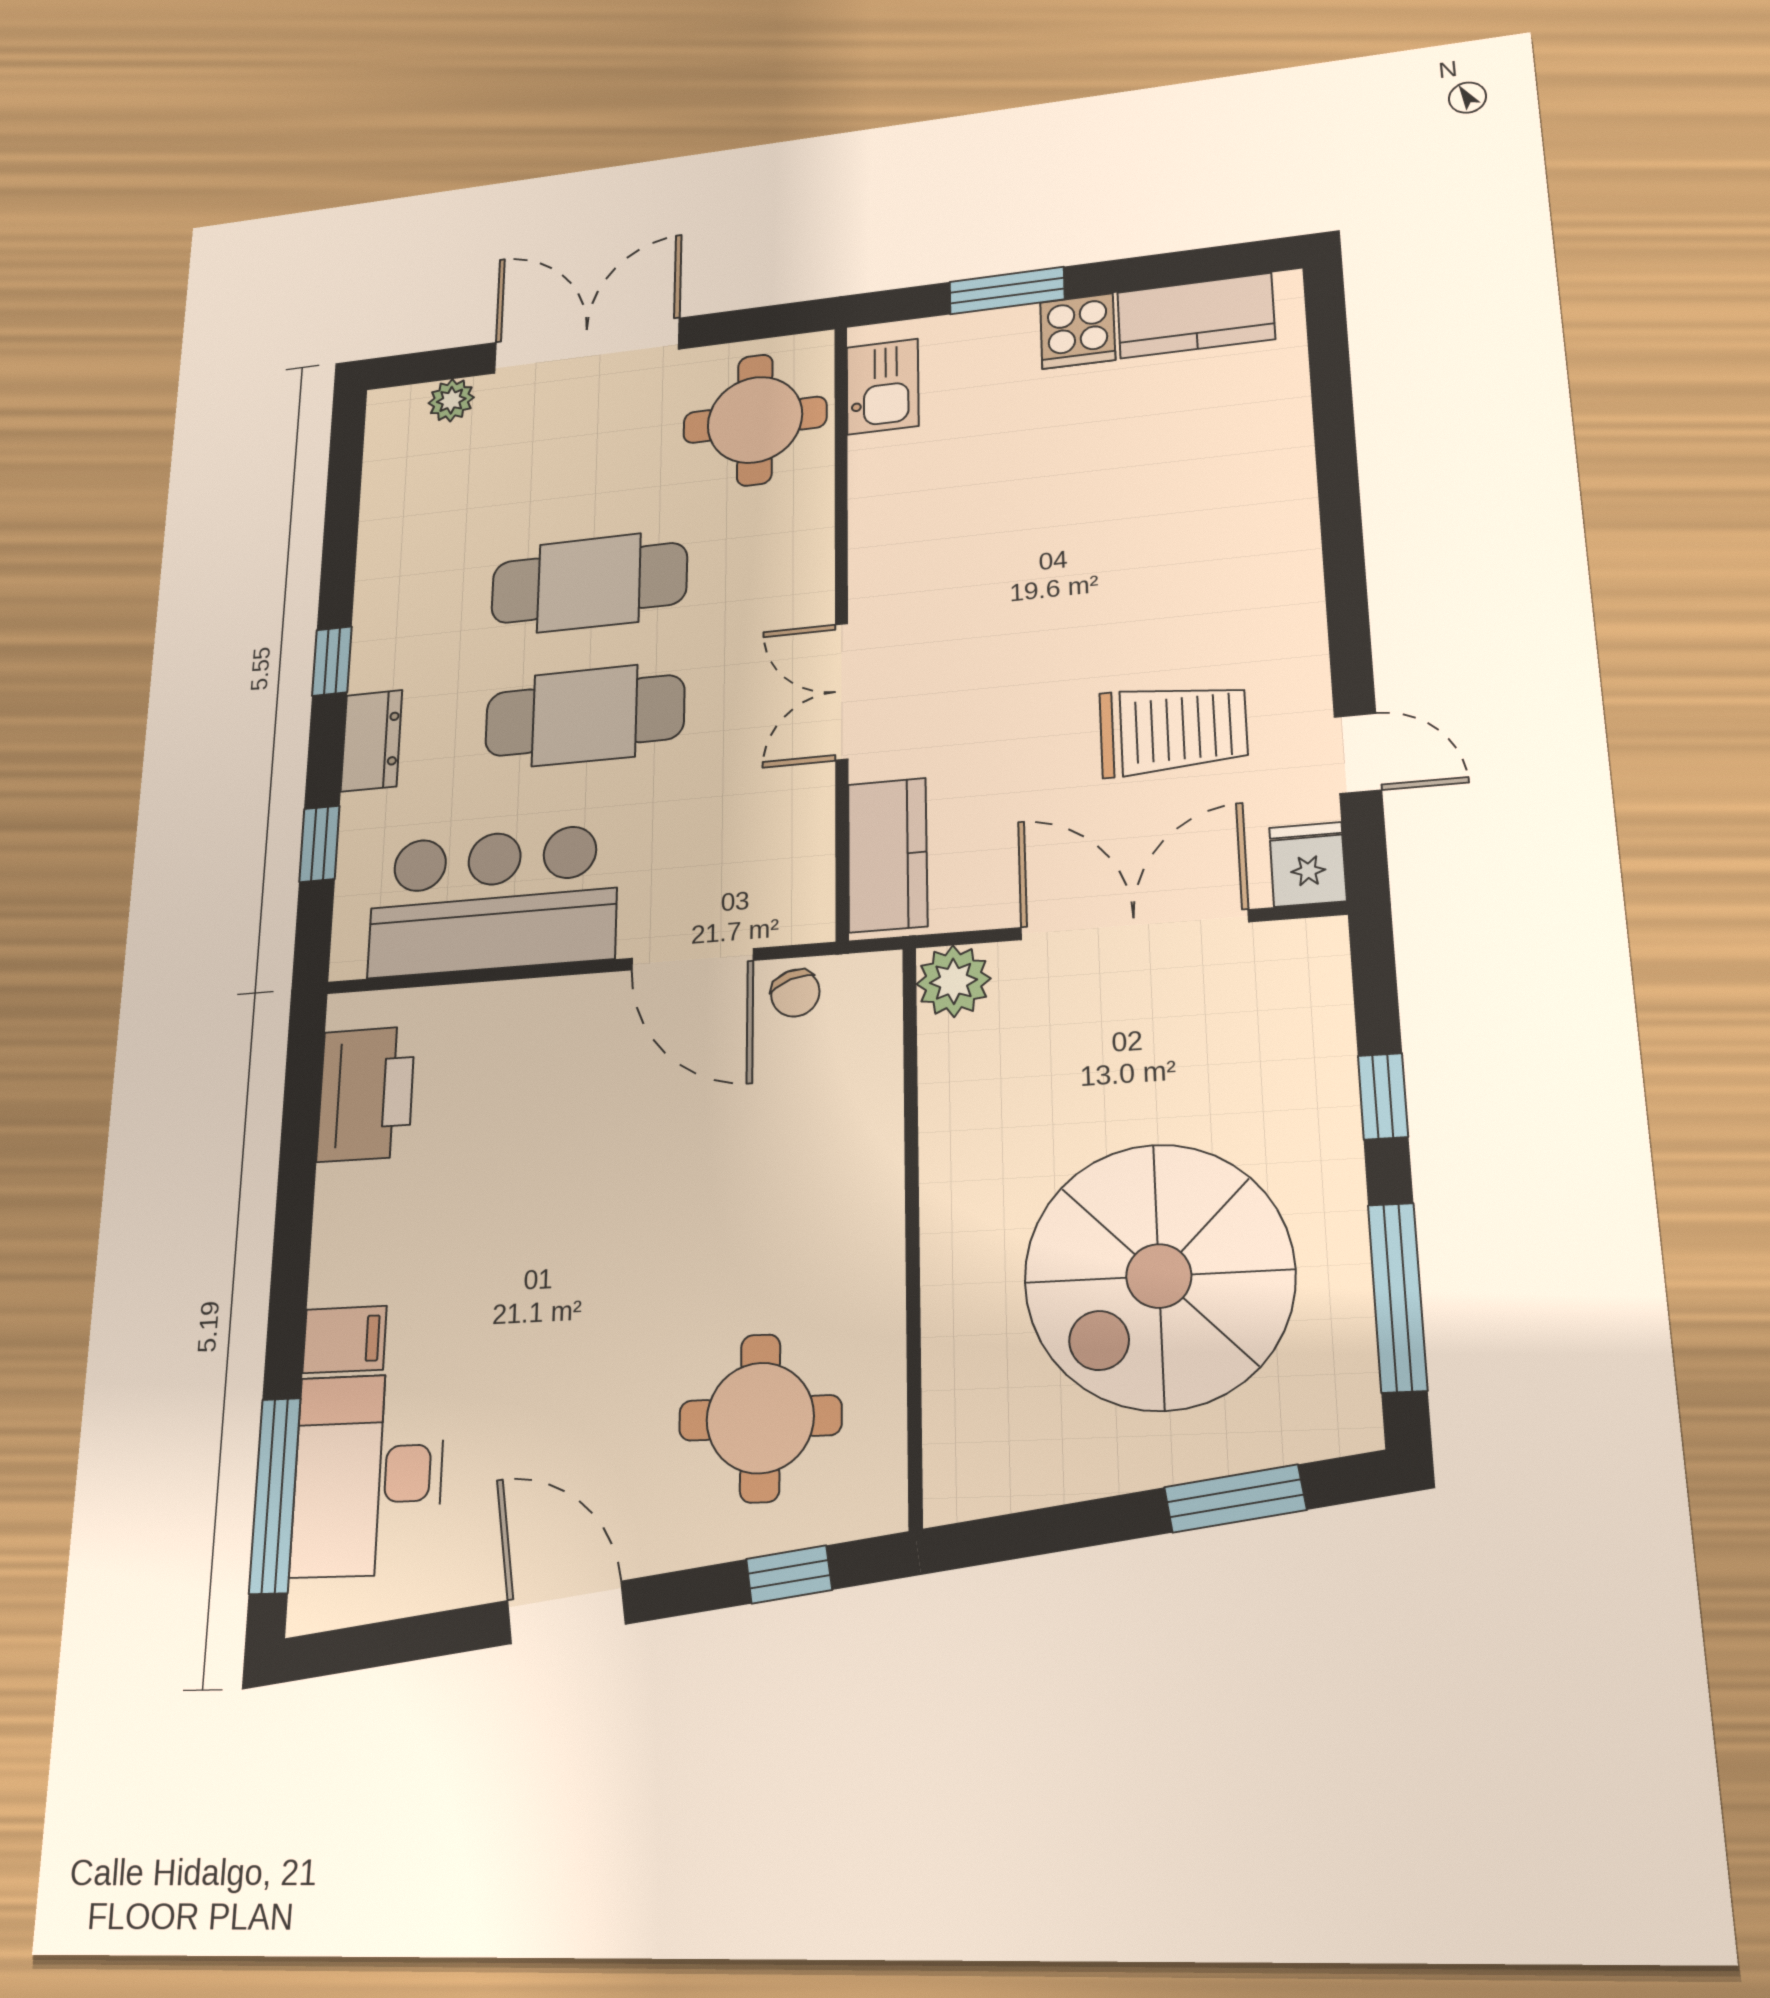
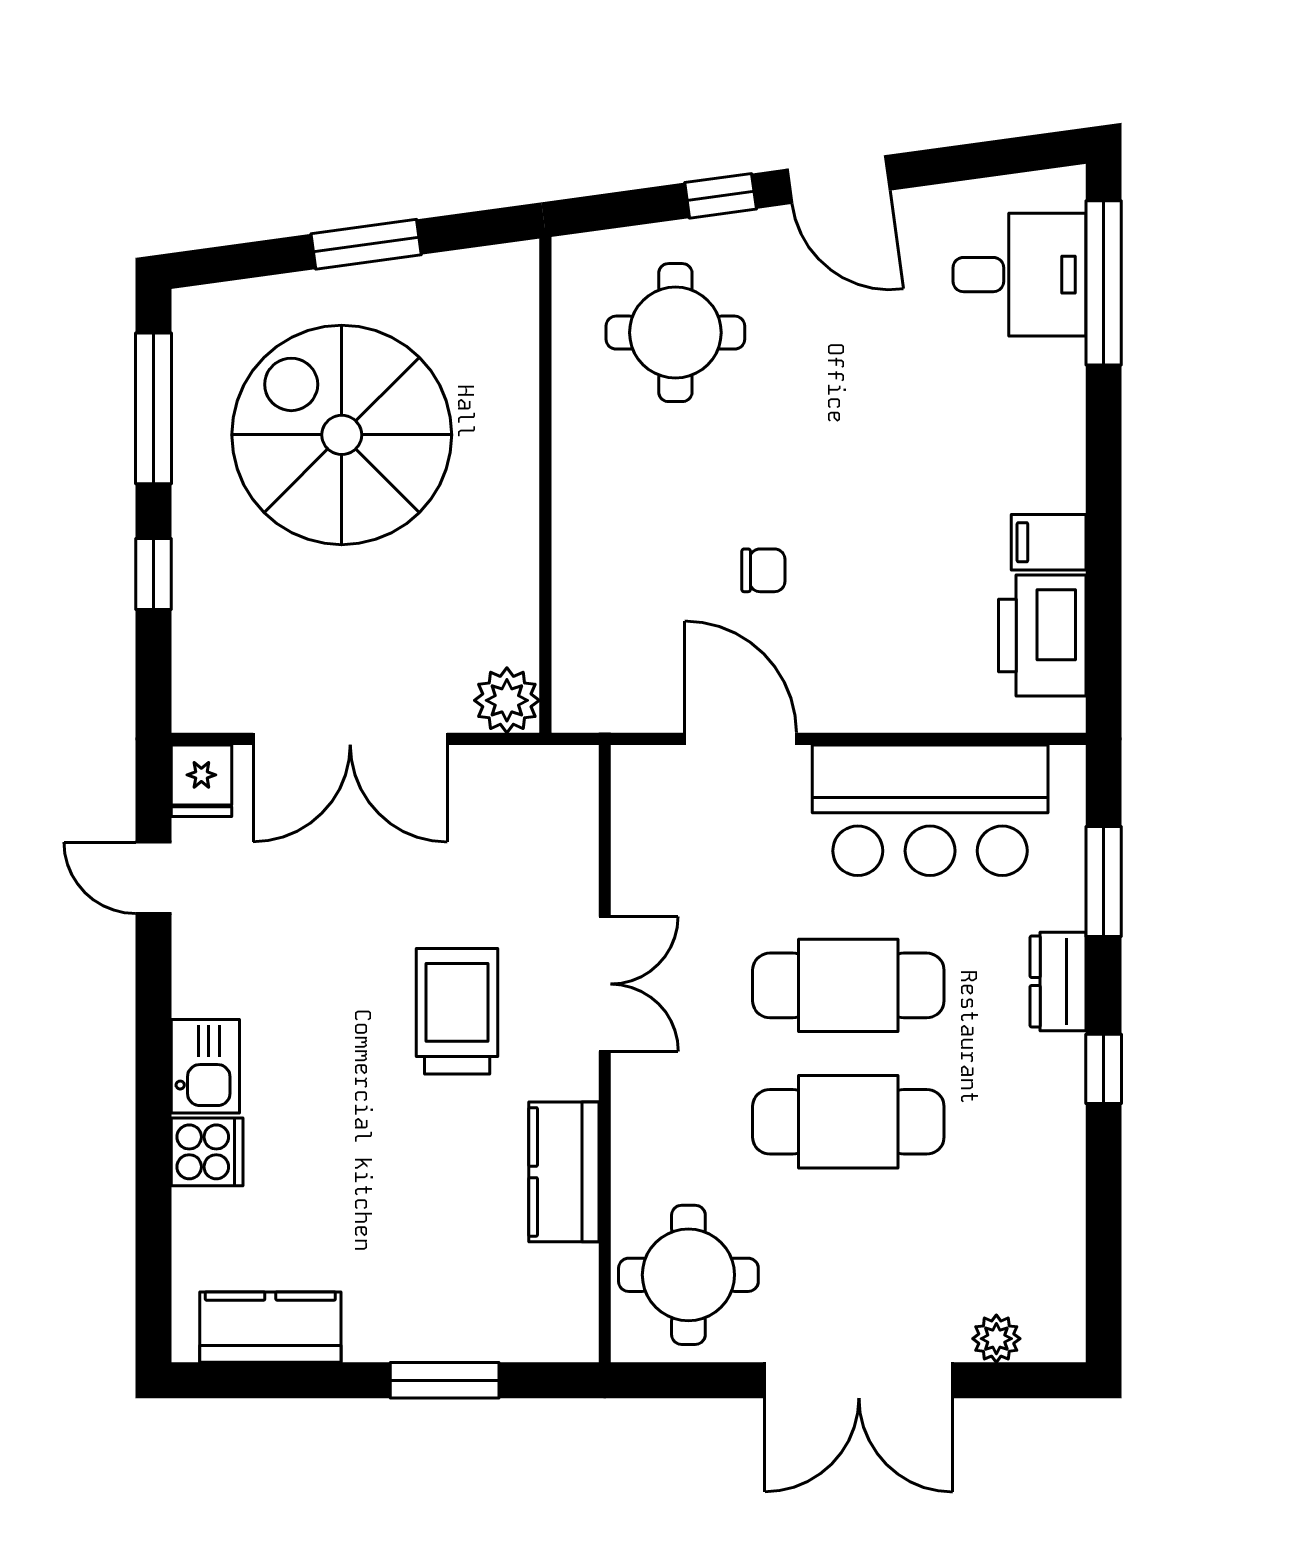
cooker: (1078, 331) -> (207, 1152), moved, turned 90
kitchen sink: (883, 387) -> (205, 1066), moved, turned 180
trolley: (1173, 729) -> (457, 1011), moved, turned 90
window: (319, 844) -> (1104, 882), width x1.50
kitchen counter: (887, 855) -> (564, 1172), moved
chair: (795, 993) -> (763, 570), moved, turned 109
spiral stairs: (1159, 1276) -> (342, 435), turned -90
filing cabinet: (344, 1339) -> (1049, 542), moved
desk: (368, 1475) -> (1020, 275), width x0.73
window: (1235, 1499) -> (366, 244), moved
window: (789, 1574) -> (721, 196), moved

